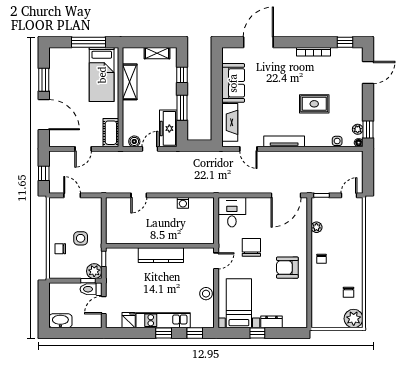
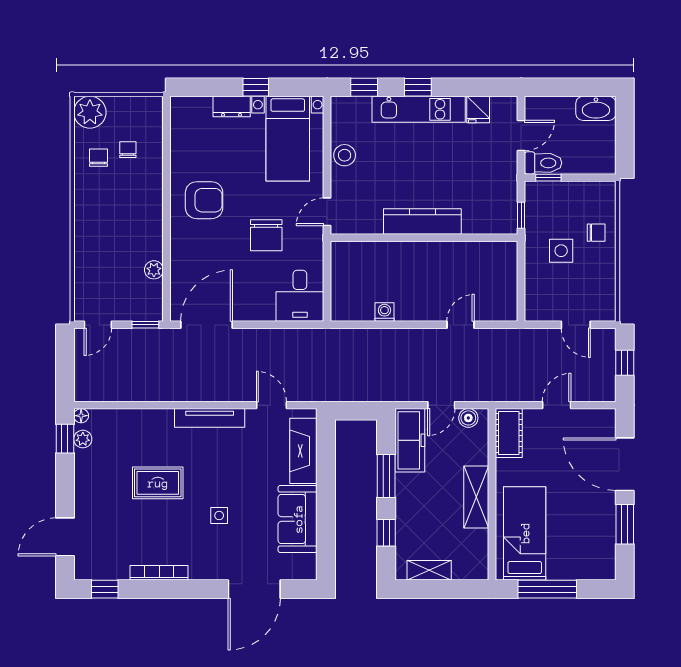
shelving: (130, 82) -> (476, 497), moved
side table: (337, 141) -> (219, 516), moved
chair: (322, 259) -> (128, 150), moved
plant: (94, 271) -> (538, 194), removed

